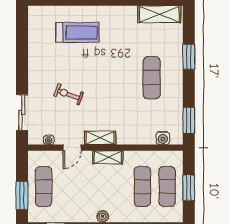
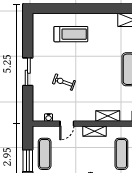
sliding door: (22, 113) -> (28, 72), moved
shelving: (100, 138) -> (108, 116), moved

